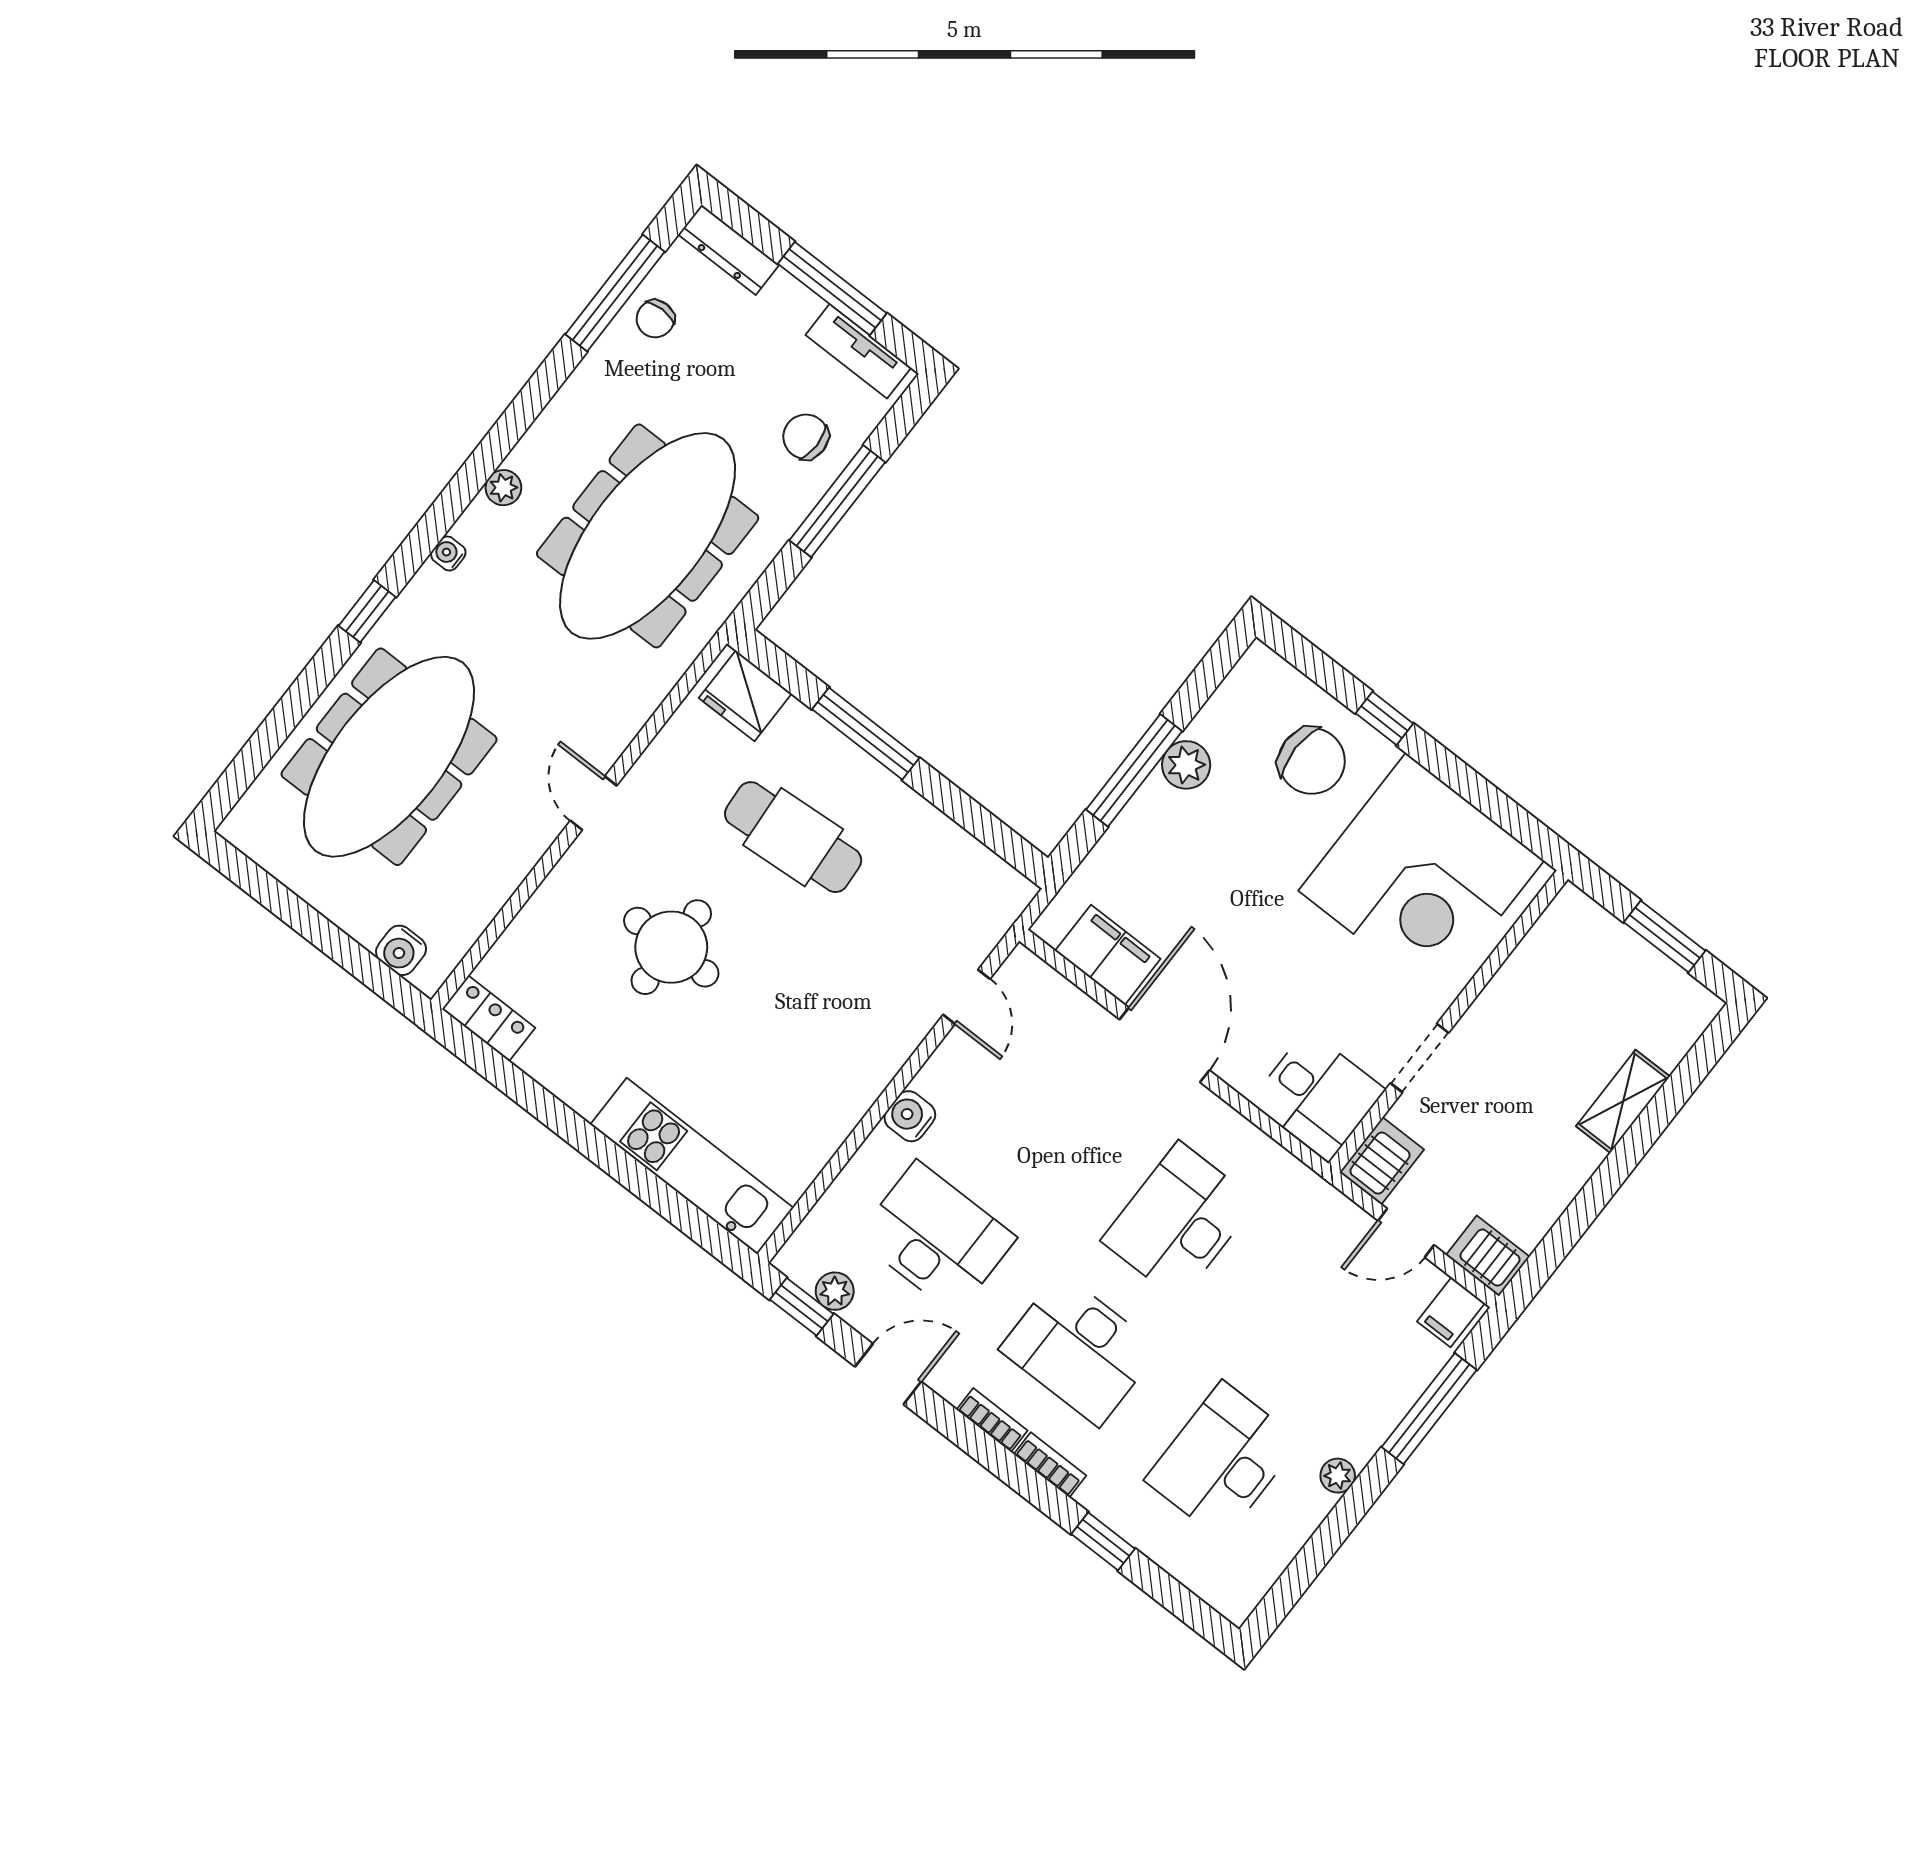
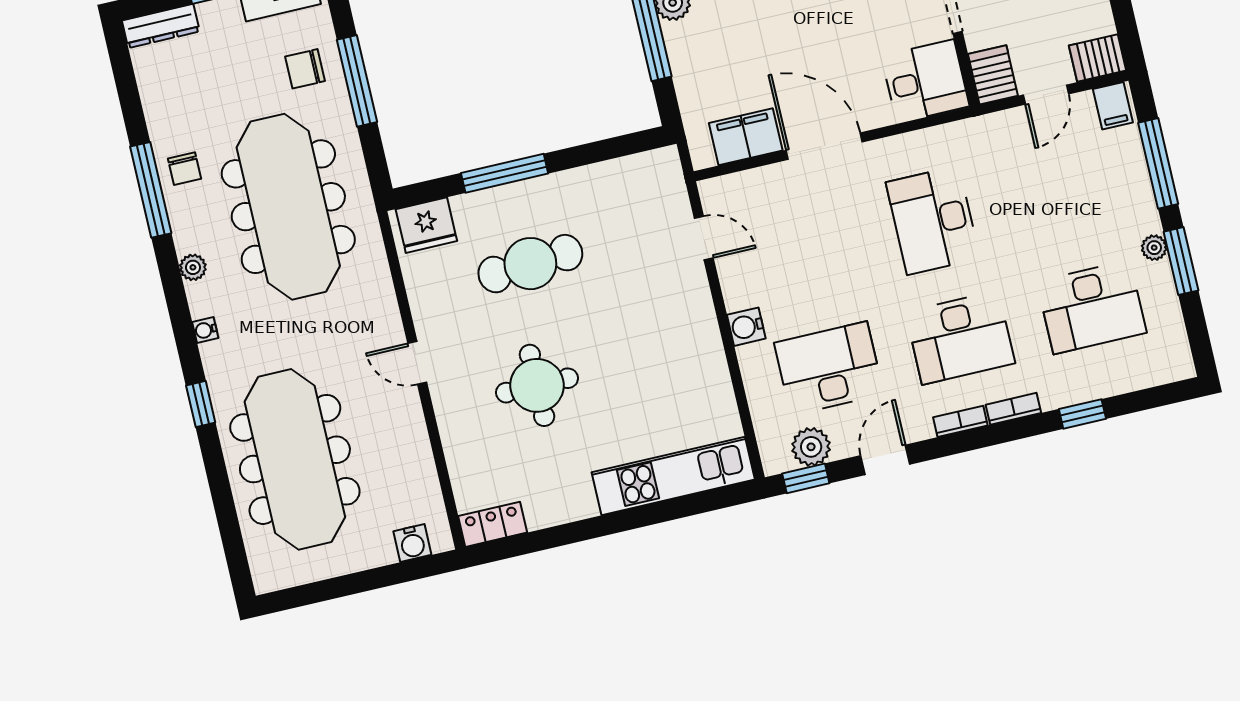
window: (615, 293) -> (151, 190), moved
chair: (655, 319) -> (184, 169), moved
plant: (835, 1291) -> (811, 447), width x1.38, depth x1.38
desk: (1223, 1461) -> (1092, 307), turned -90
window: (1346, 1515) -> (1181, 261), added

